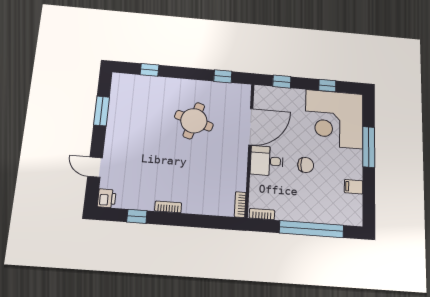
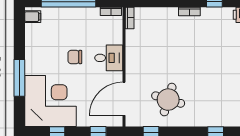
round table: (194, 121) -> (168, 100), moved
door: (251, 127) -> (124, 99), moved
filing cabinet: (354, 187) -> (33, 17), moved

